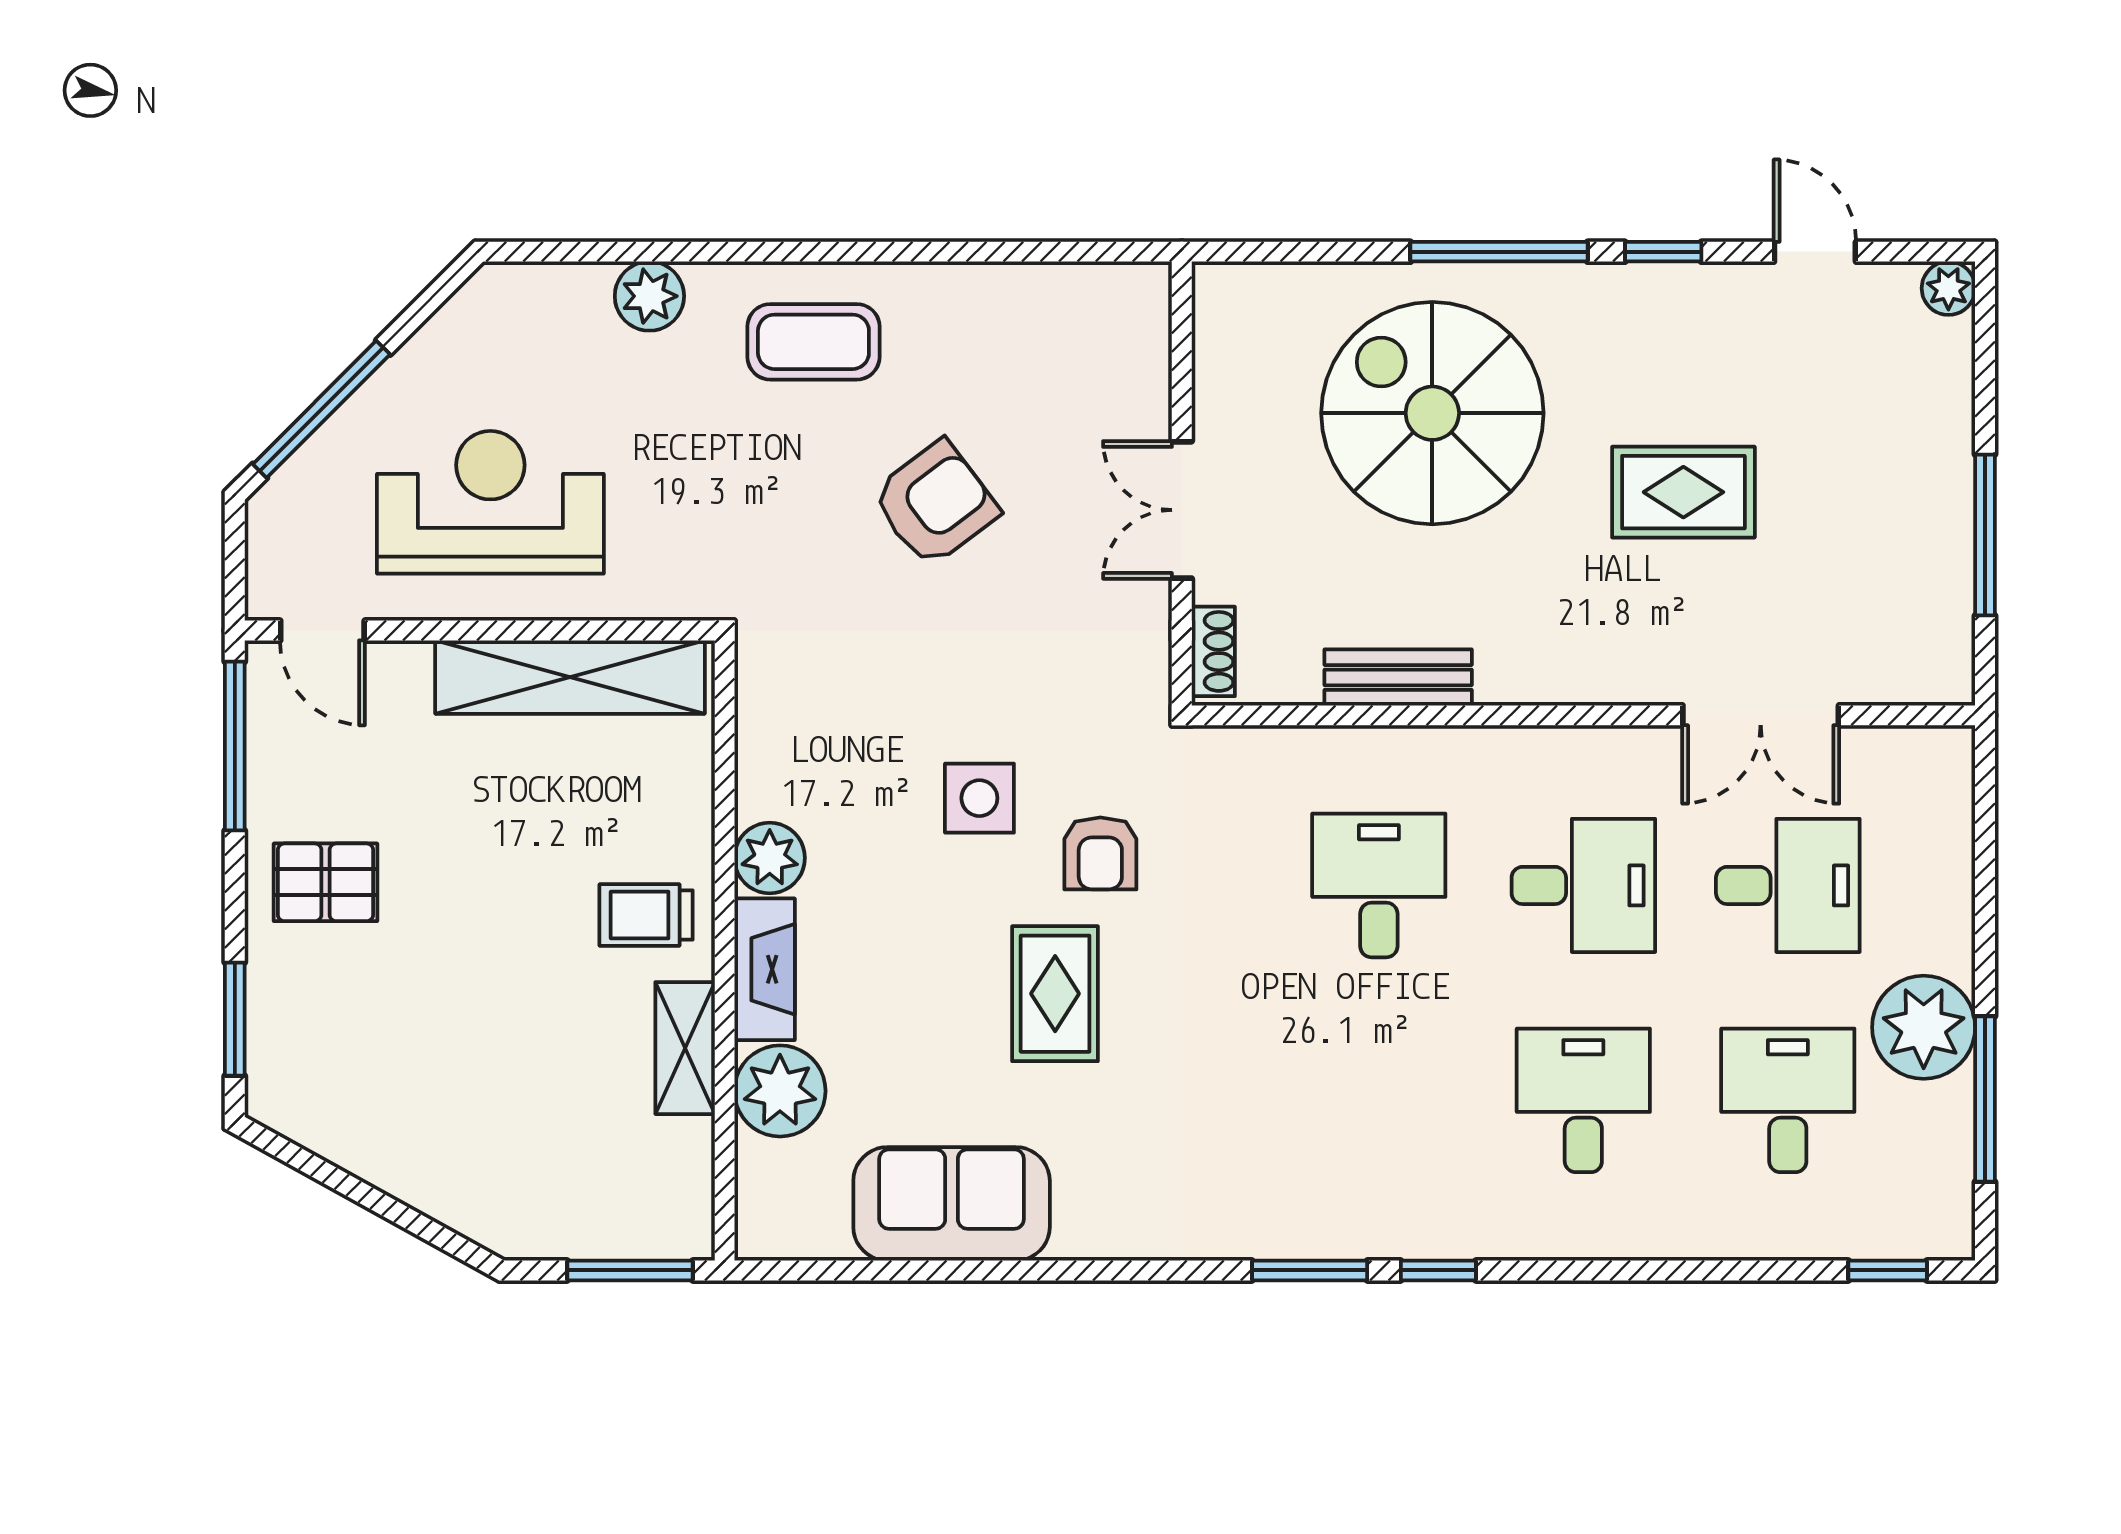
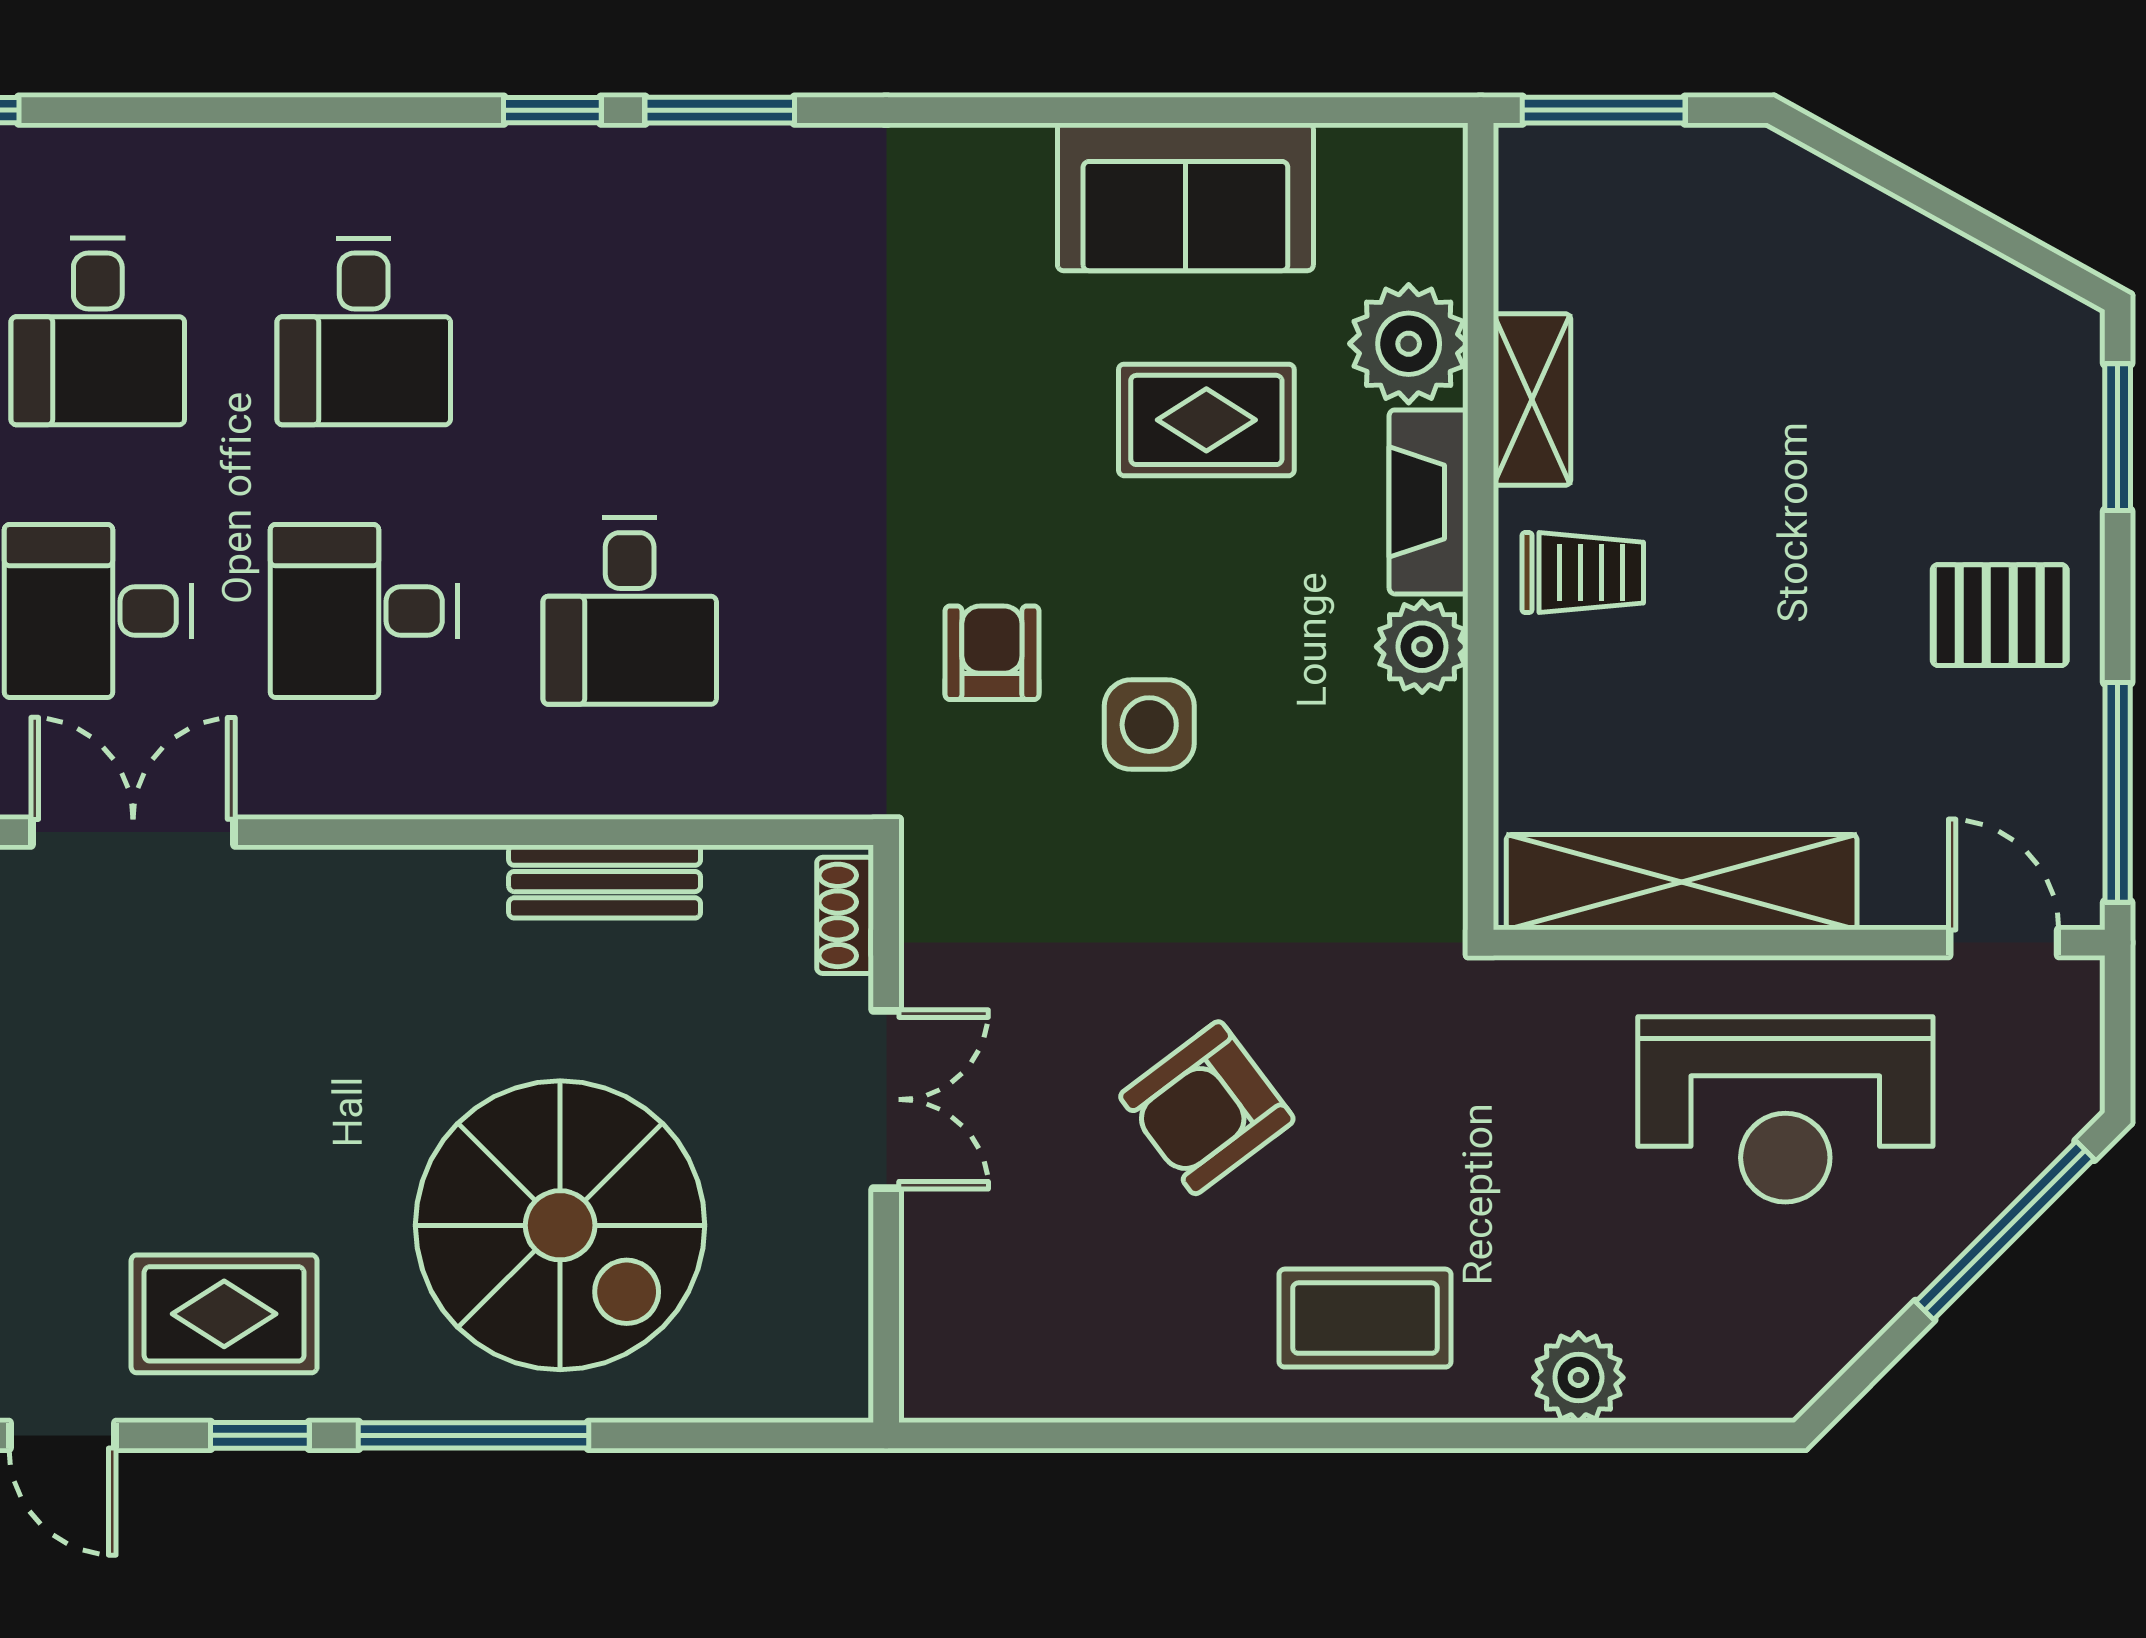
rug: (1683, 492) -> (224, 1314), moved
rug: (1055, 994) -> (1206, 420), moved, turned 90

